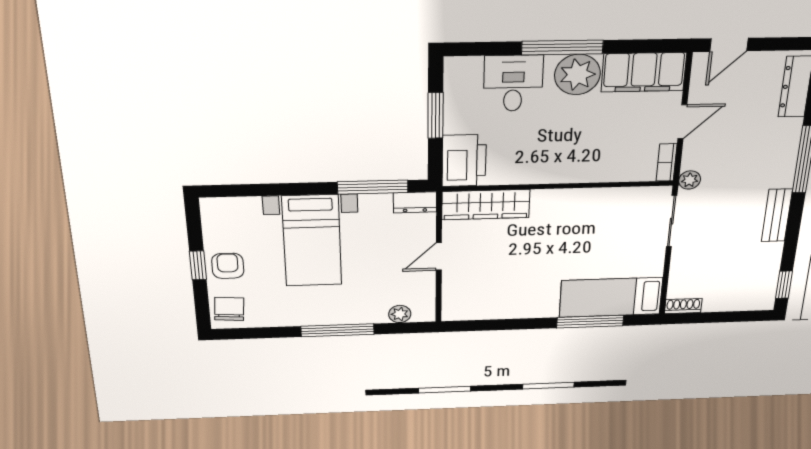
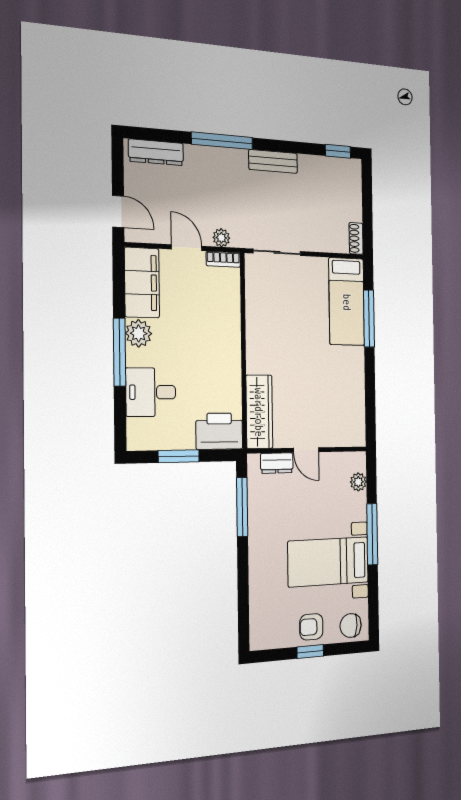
plant: (577, 74) -> (139, 333), width x0.73, depth x0.73
plant: (690, 180) -> (221, 238), moved
dresser: (415, 202) -> (277, 463), moved, turned 90
bed with nightstands: (312, 241) -> (328, 562), moved, turned 180

